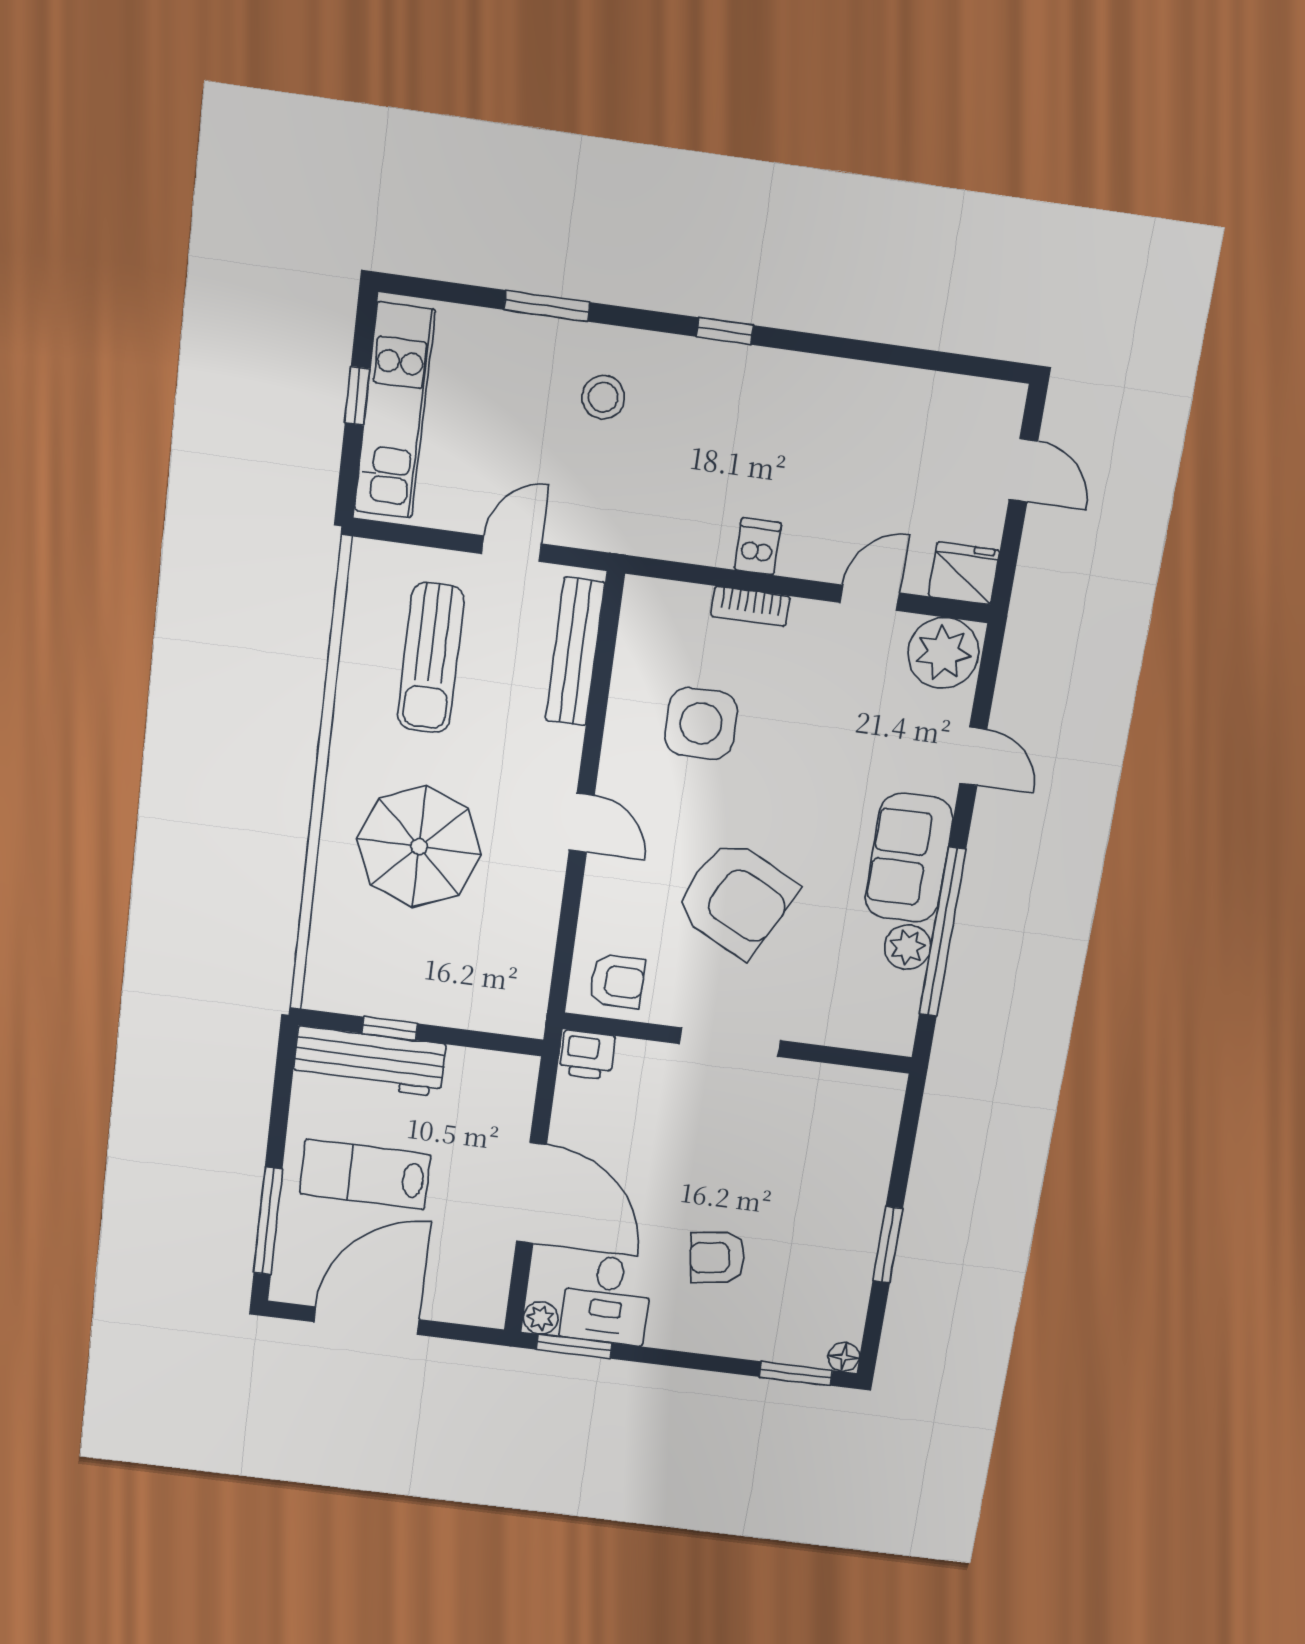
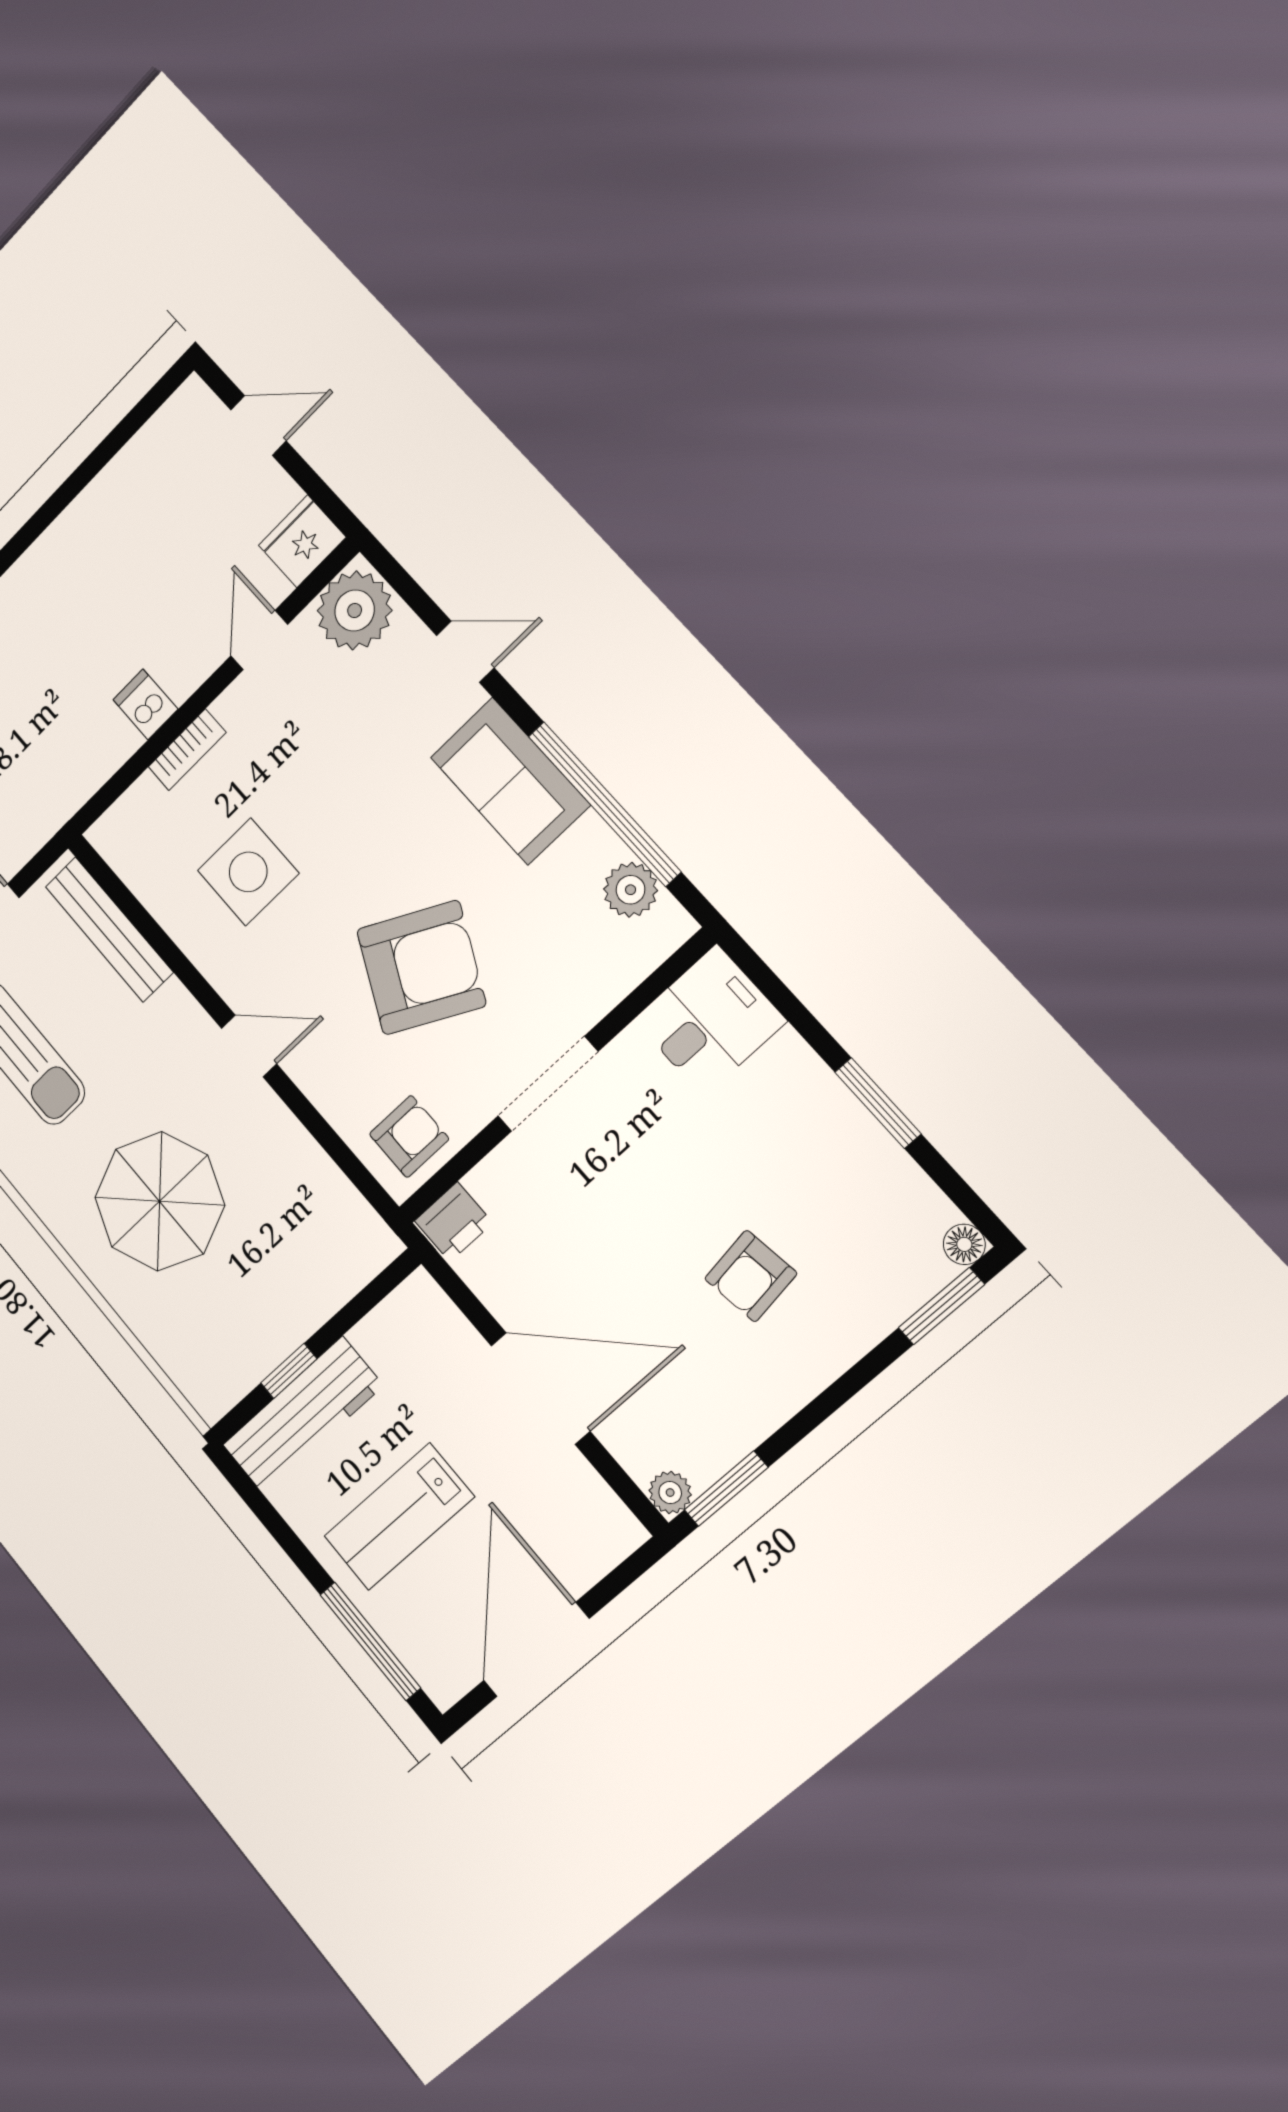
plant: (908, 947) -> (631, 890), moved
desk: (607, 1300) -> (710, 1020), moved, turned -90

